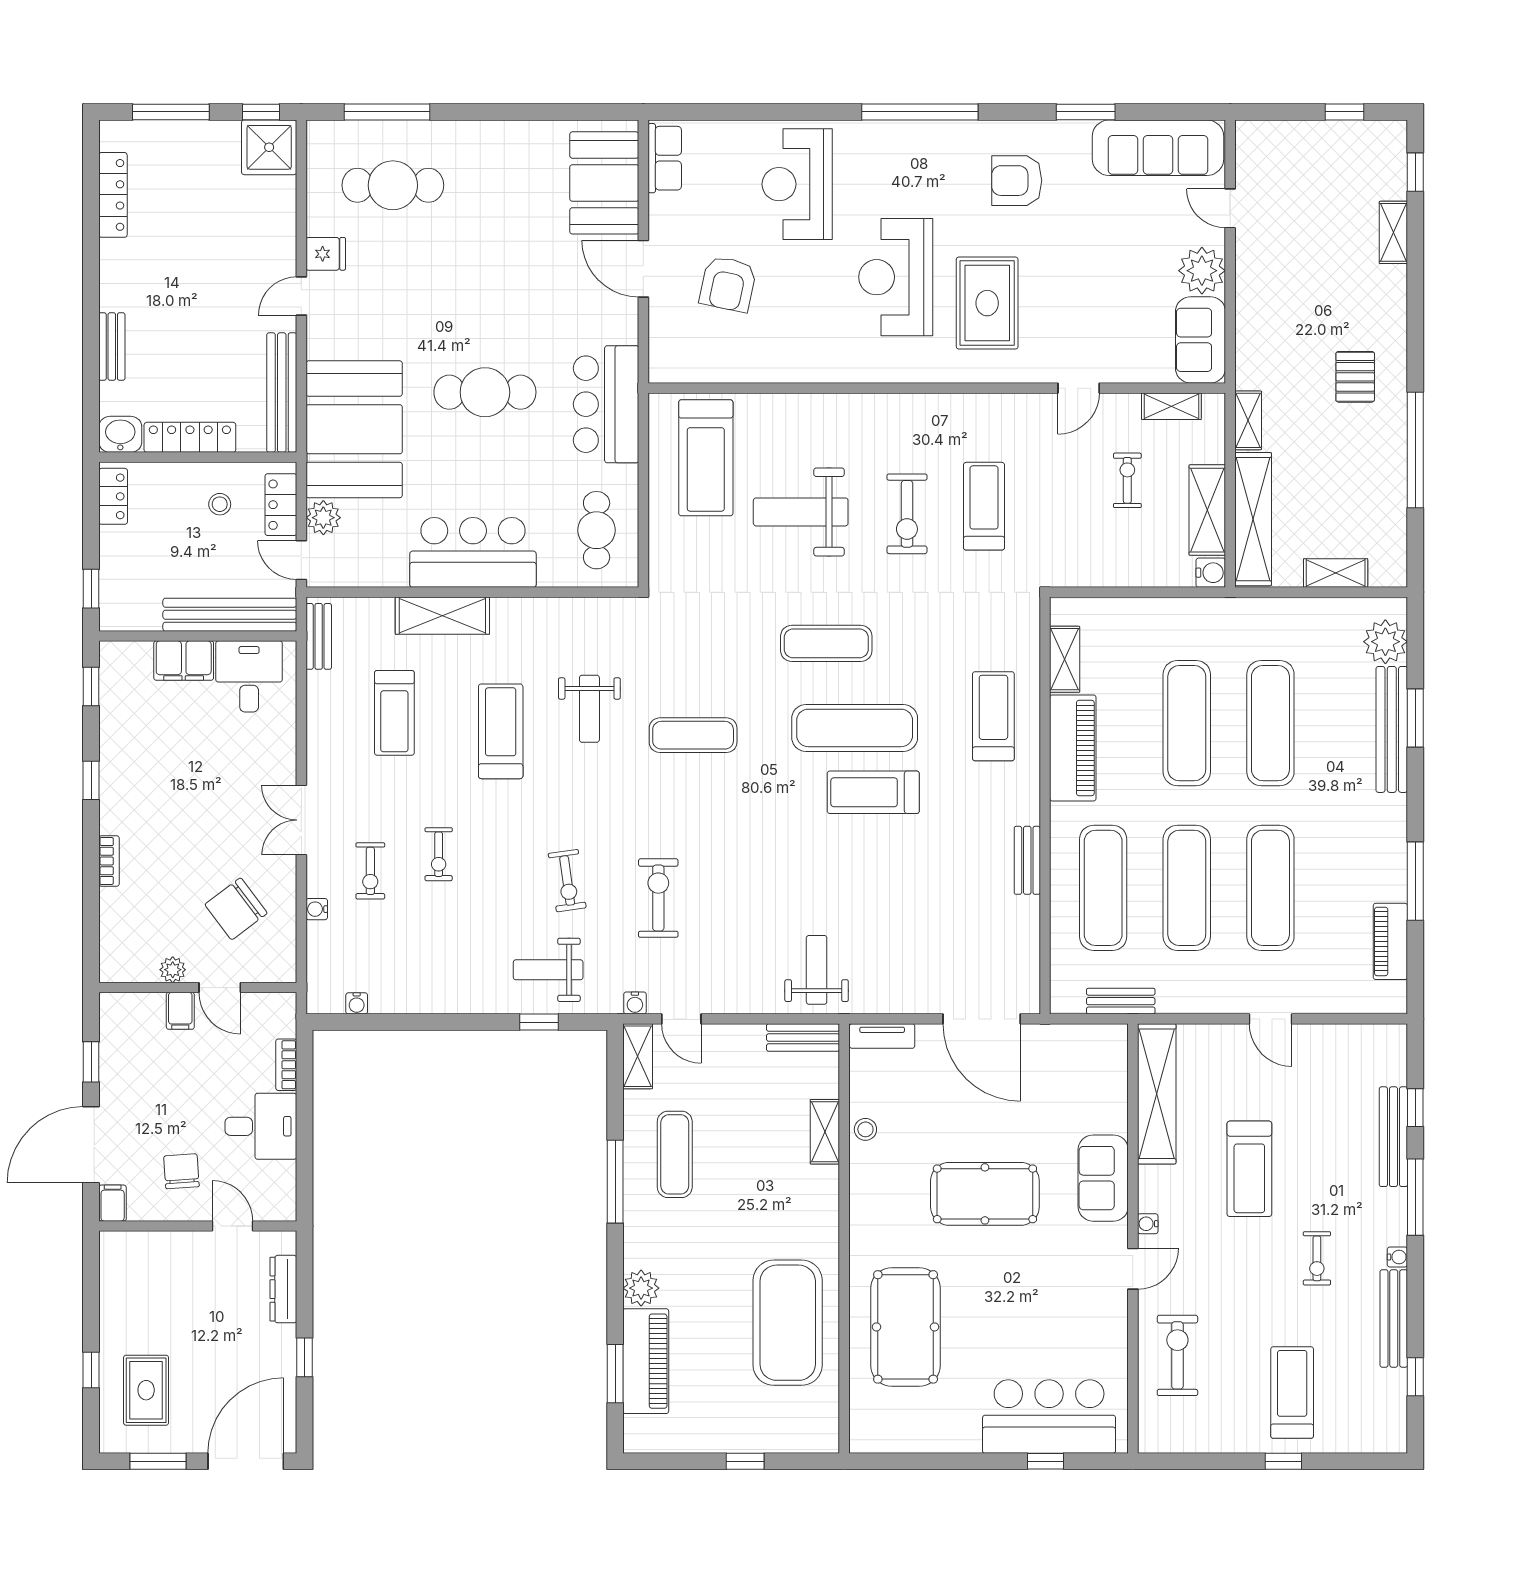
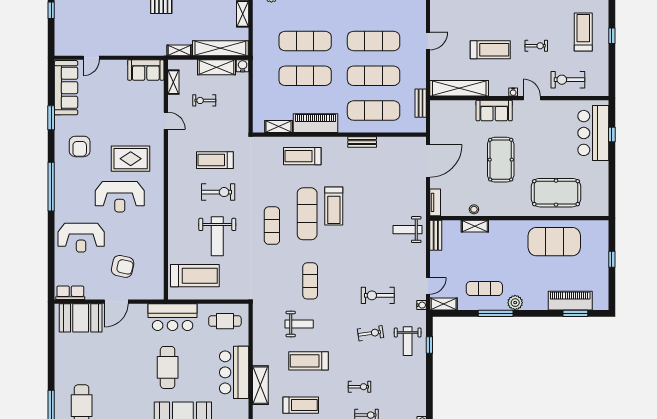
plant: (1202, 271) -> (117, 69), removed
exercise bike: (1317, 1258) -> (536, 46), moved
plant: (641, 1288) -> (515, 303), moved
treadmill: (1292, 1393) -> (583, 32), turned 90

